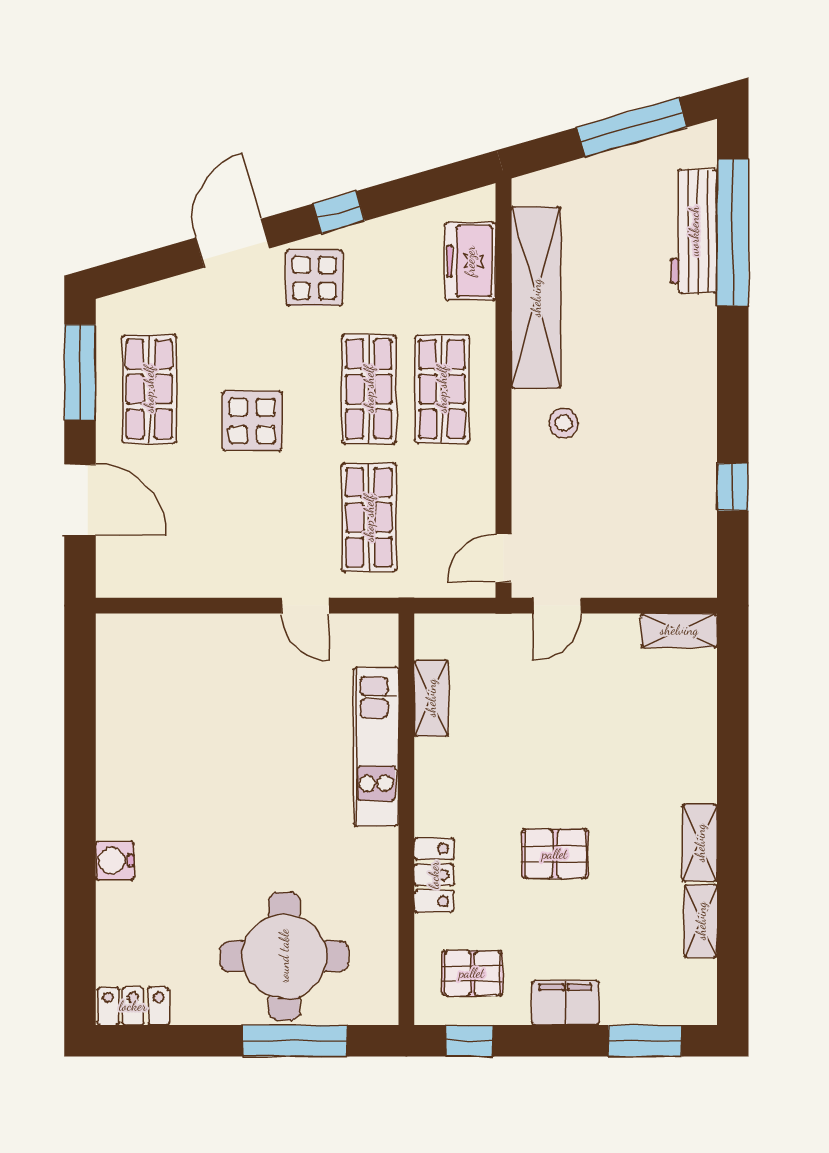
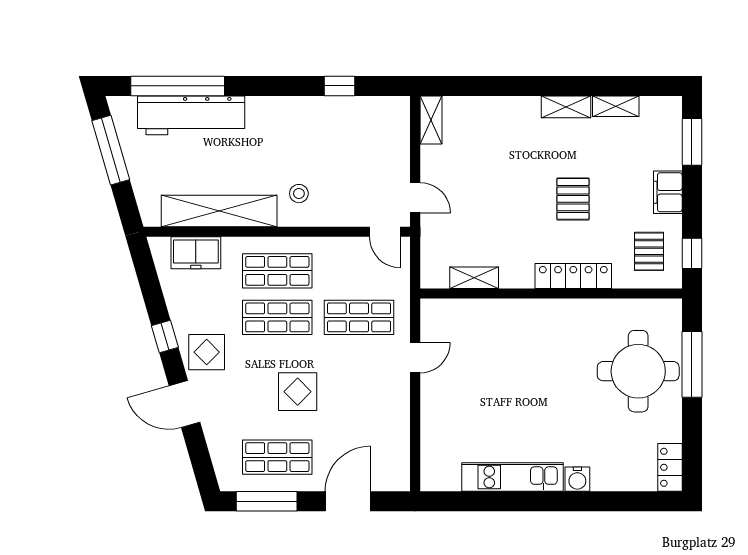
workbench: (694, 231) -> (191, 115), width x1.36, depth x1.32
kitchen unit: (376, 747) -> (513, 477), moved, turned 180
locker: (434, 875) -> (573, 276), width x1.53

